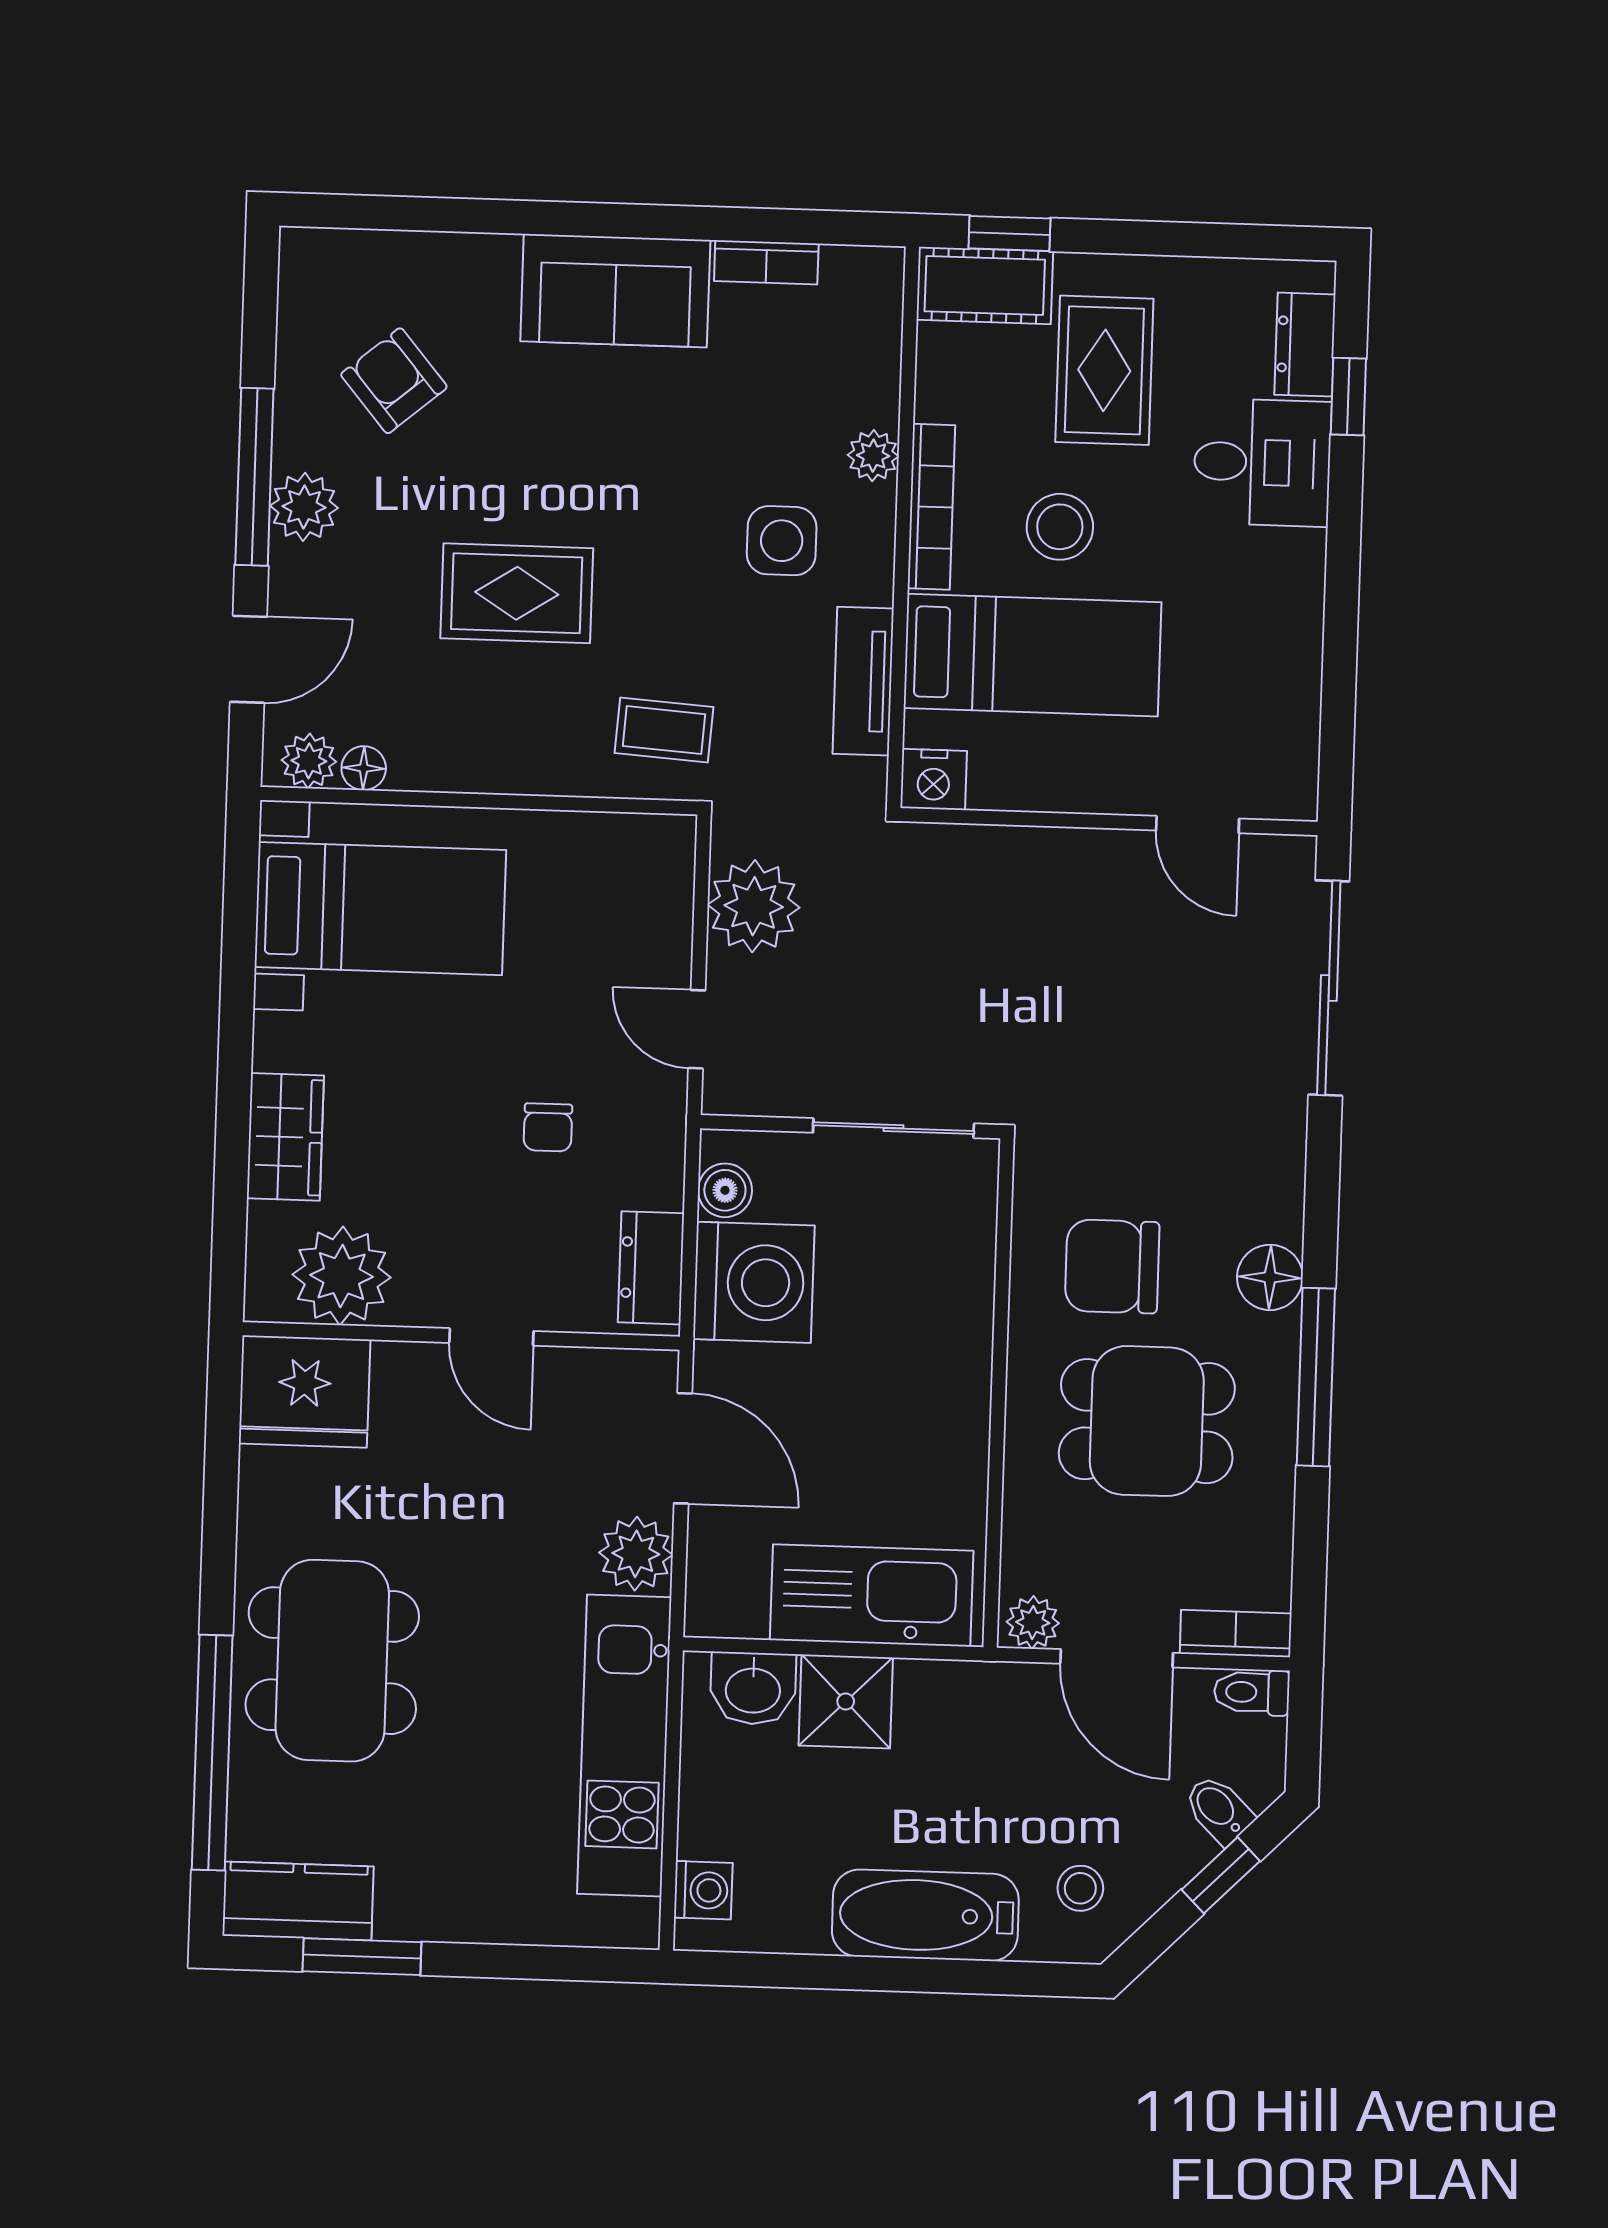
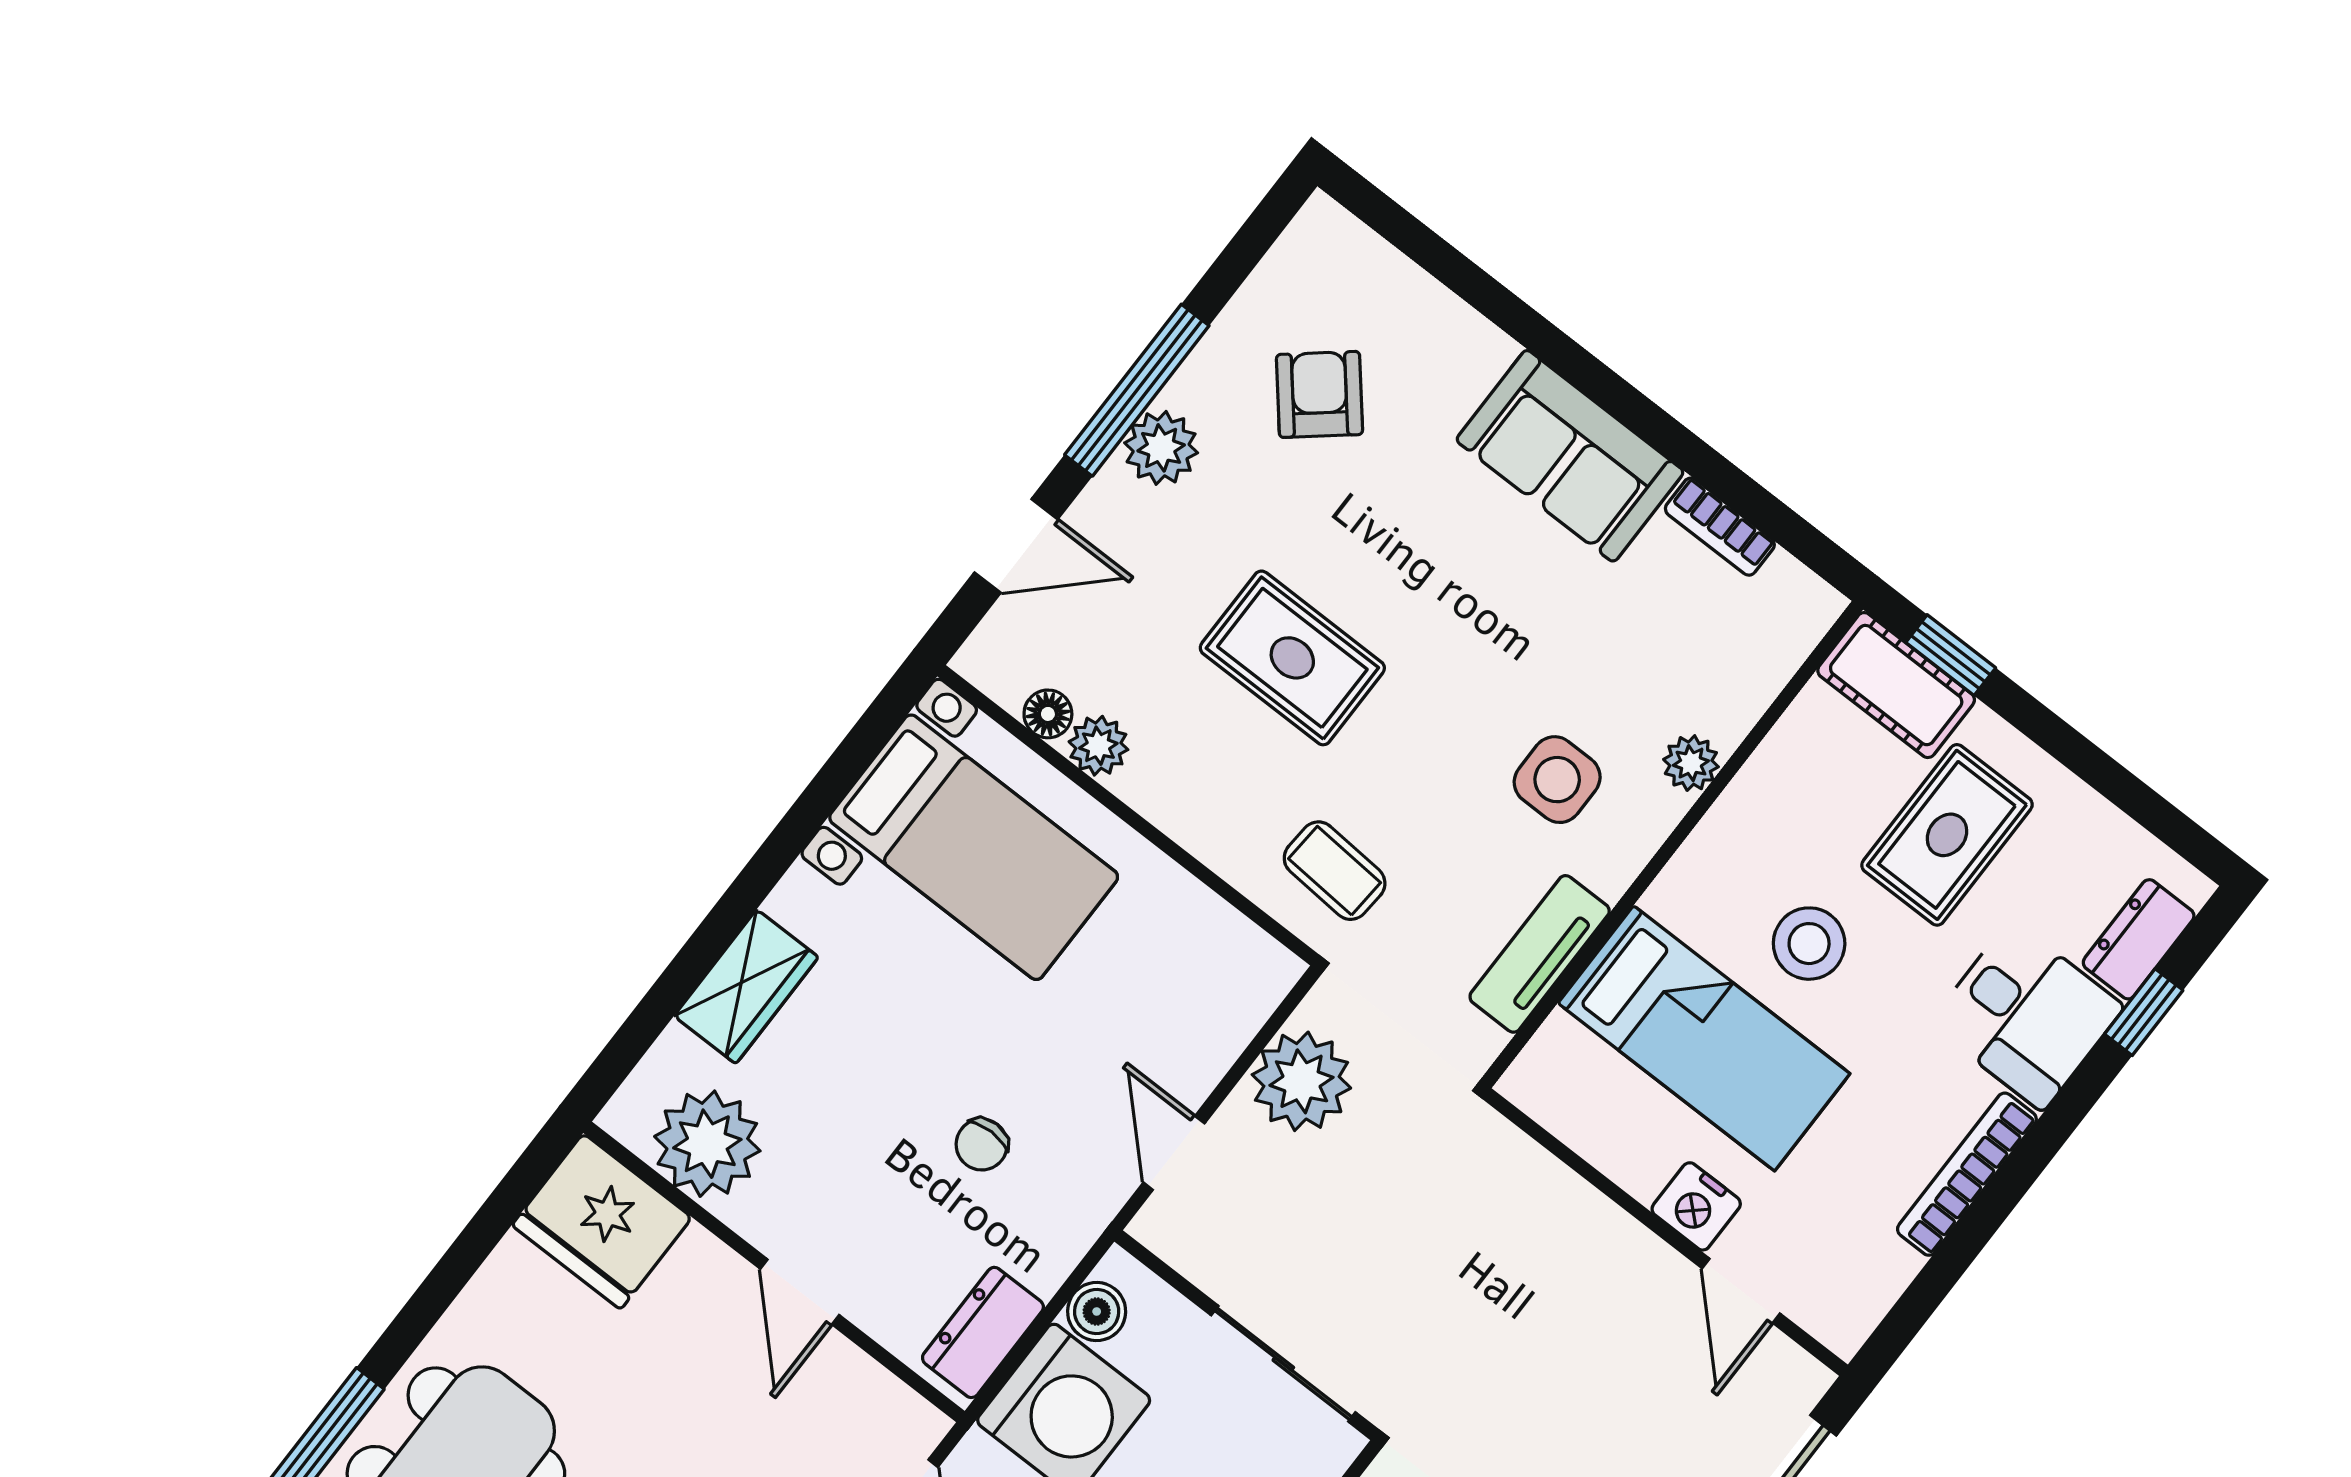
bookcase: (931, 507) -> (1967, 1174), moved, turned 180
plant: (309, 761) -> (1098, 746), moved
nightstand: (934, 779) -> (1696, 1206), moved

